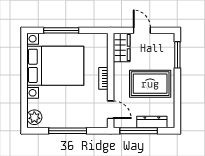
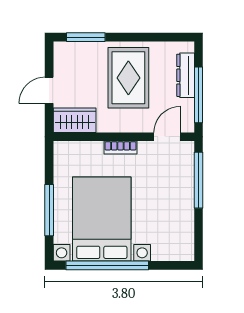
window: (24, 69) -> (107, 265), added
plant: (34, 117) -> (178, 250), removed
window: (68, 131) -> (199, 180), moved

